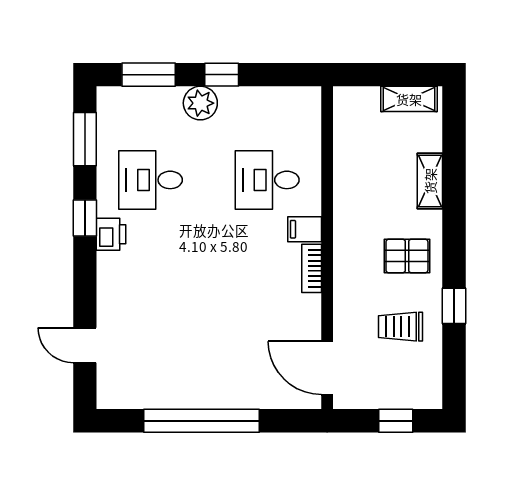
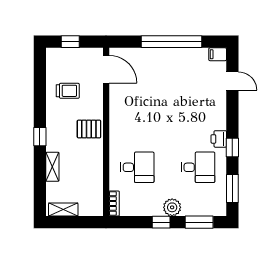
filing cabinet: (305, 229) -> (218, 54), moved, turned 180
pallet: (407, 256) -> (89, 129), moved
bookcase: (312, 268) -> (114, 203), moved
window: (454, 306) -> (40, 137), moved

